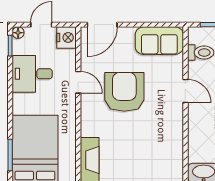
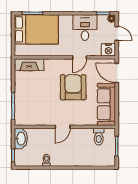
sofa: (159, 41) -> (106, 104), width x1.36
door: (185, 91) -> (63, 127), moved
armchair: (124, 92) -> (73, 87), turned -90

